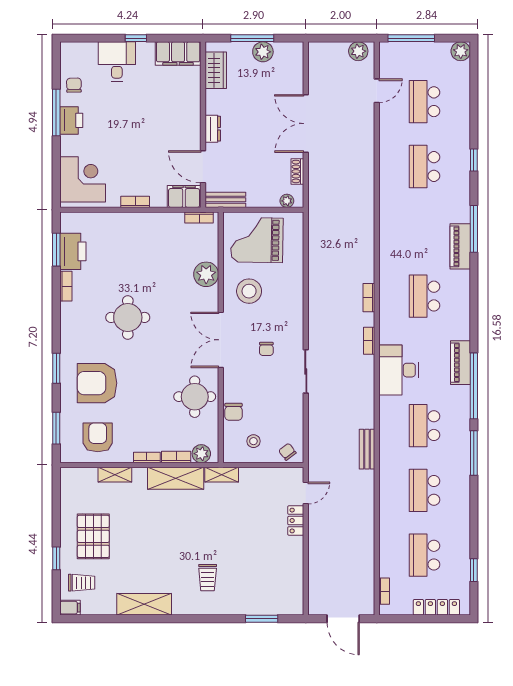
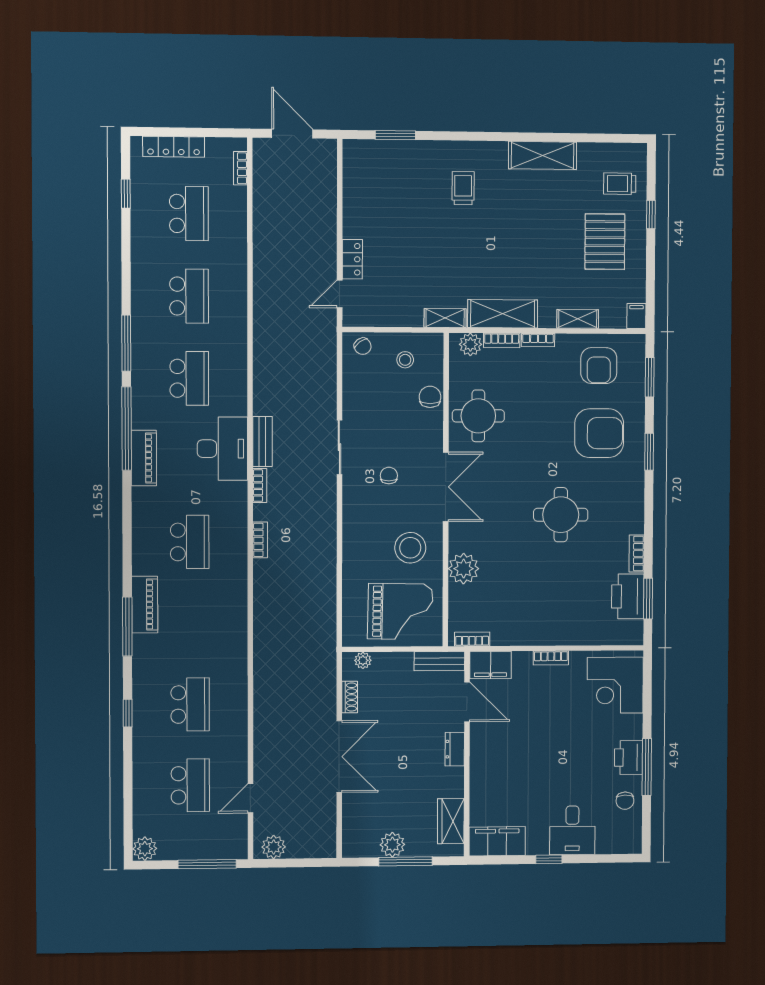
bench: (367, 449) -> (262, 442), moved
filing cabinet: (70, 608) -> (636, 316), moved, turned 90

